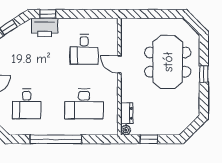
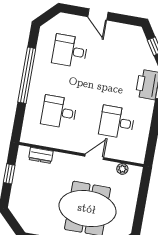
desk: (84, 104) -> (59, 112), width x0.73
plant: (126, 130) -> (122, 169), moved

